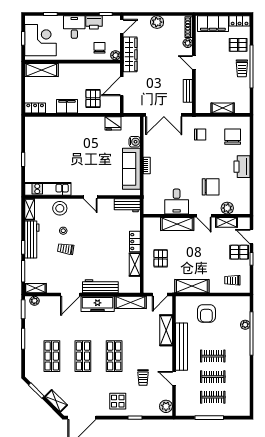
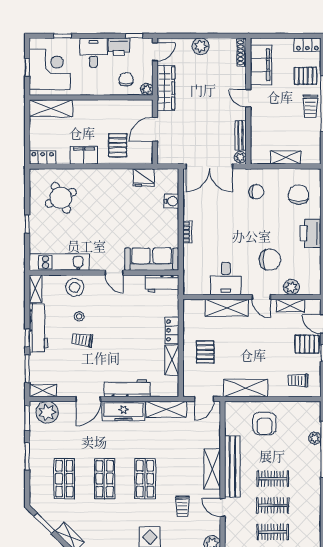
filing cabinet: (213, 24) -> (261, 65), moved, turned -90
plant: (188, 43) -> (240, 157), moved
round table: (49, 139) -> (61, 198), added
sofa: (131, 169) -> (152, 259), moved, turned 90
plant: (34, 301) -> (47, 412), width x1.88, depth x1.88
shelving: (166, 330) -> (212, 469), moved

